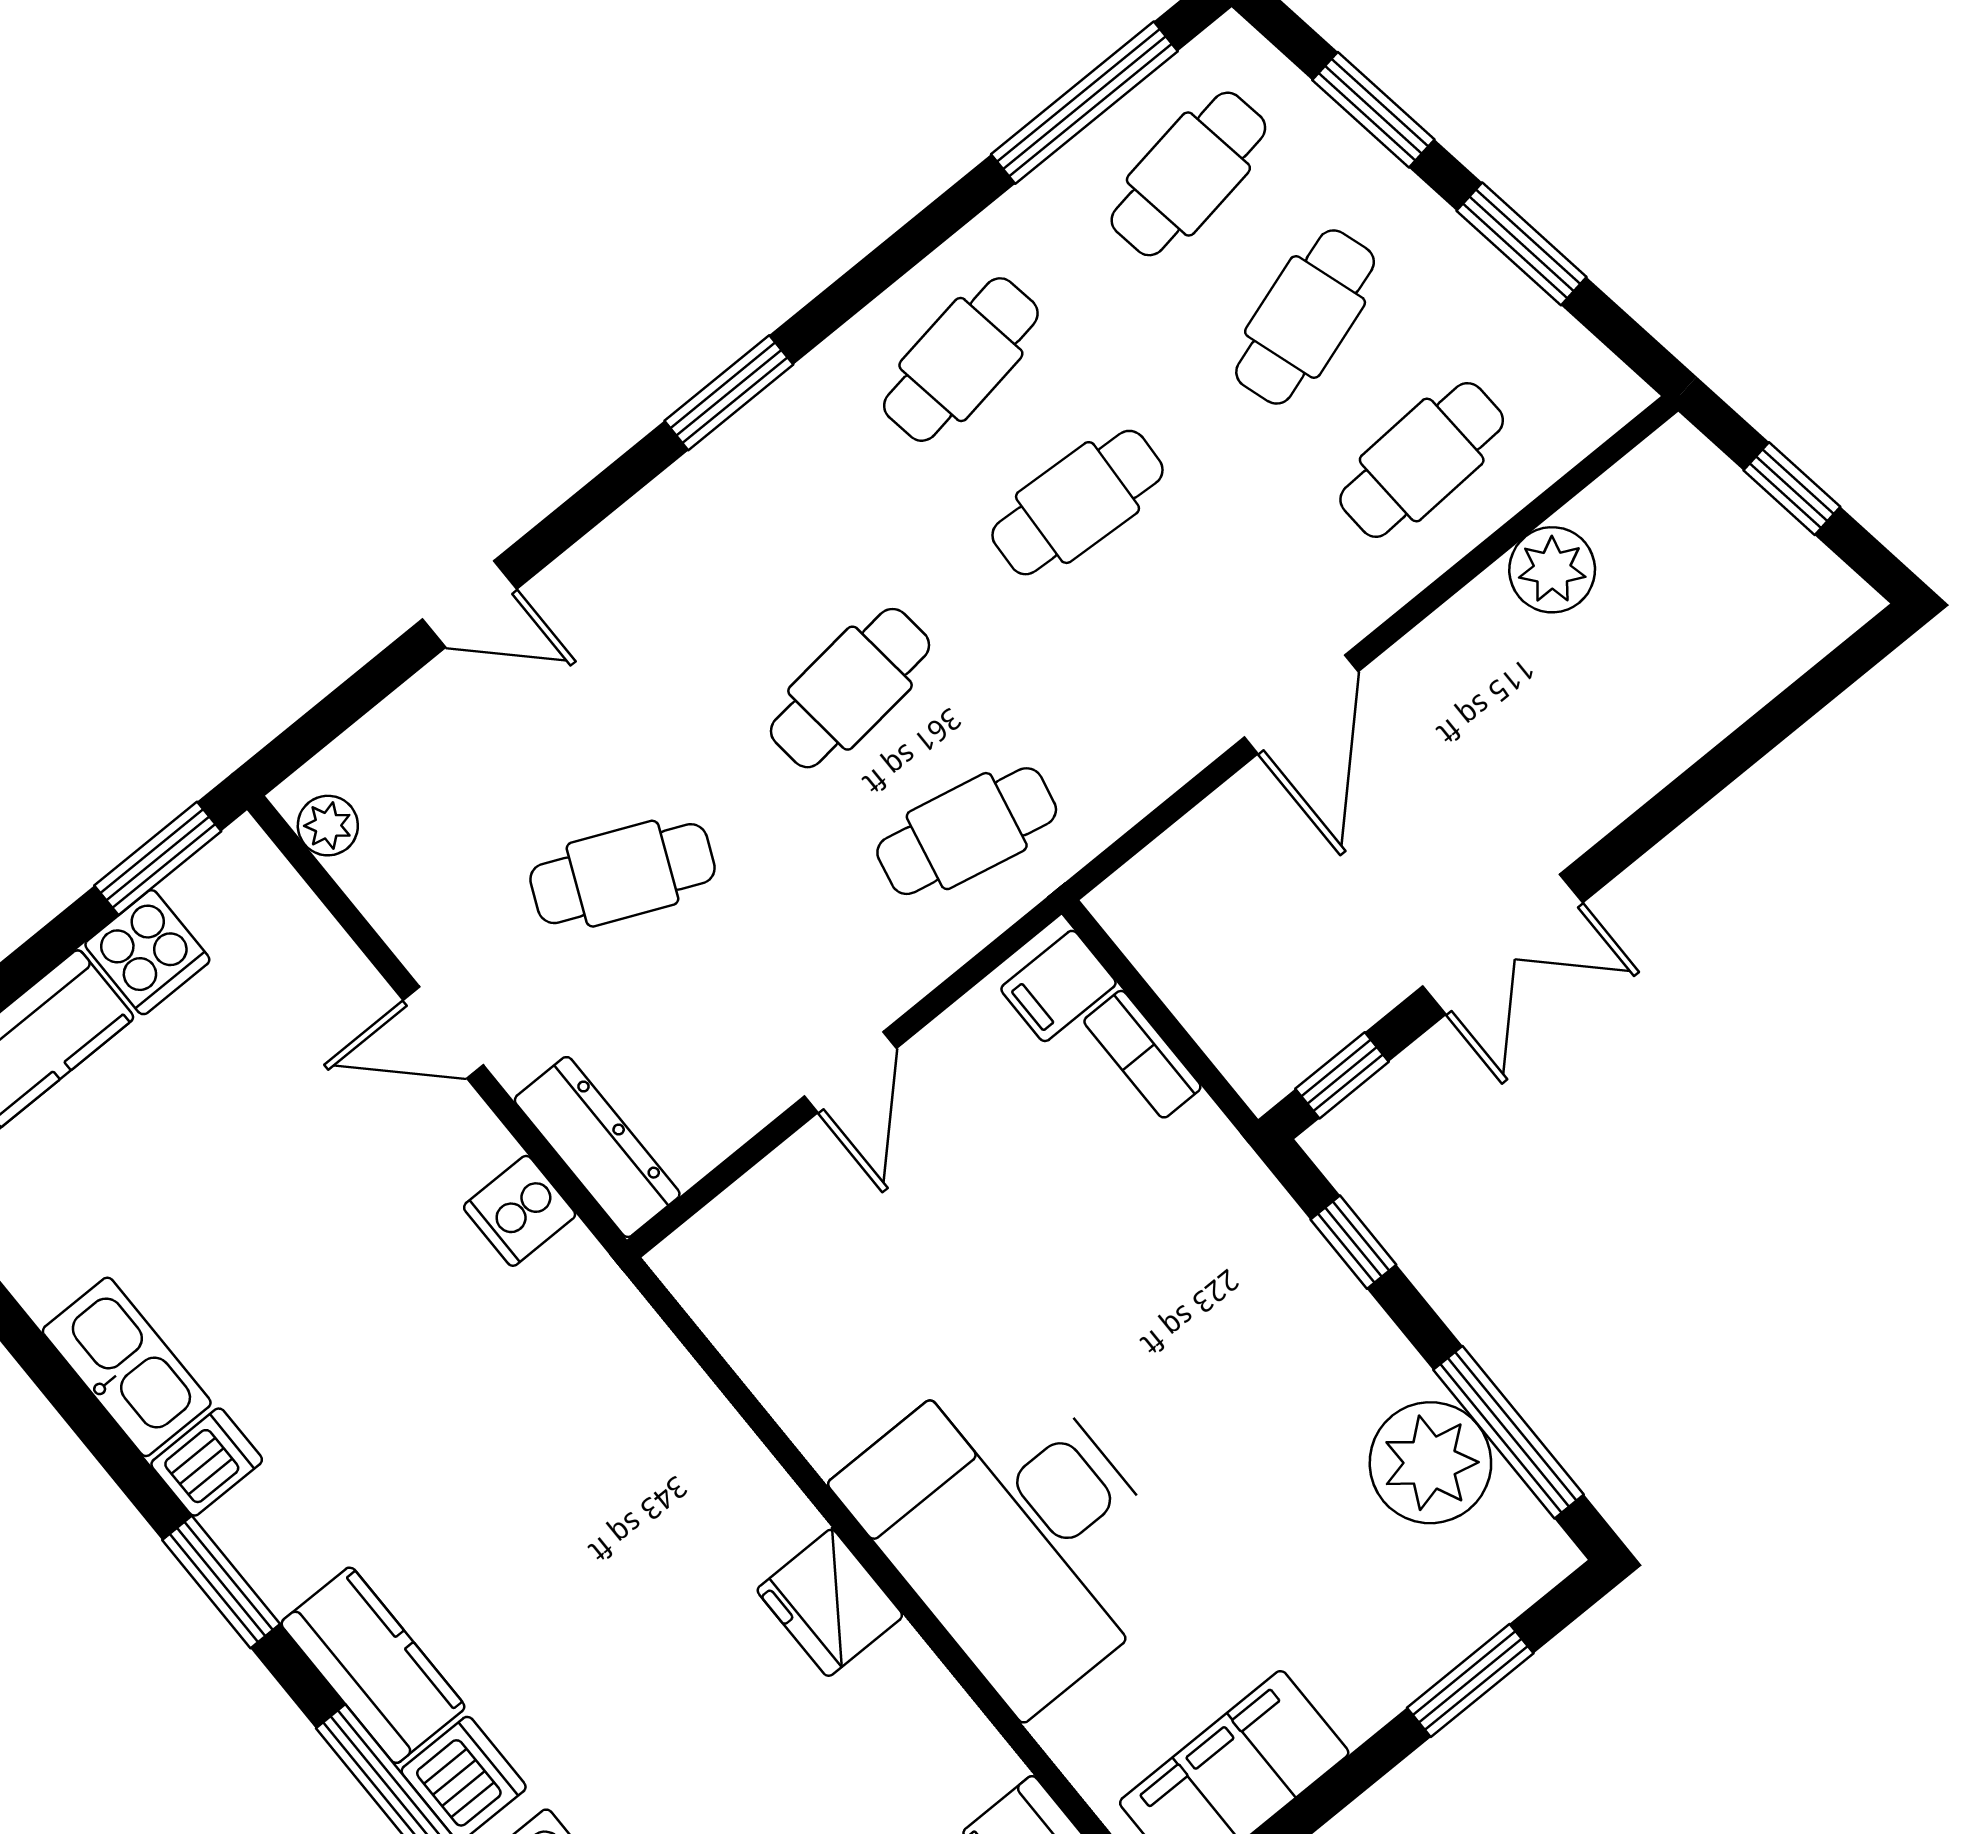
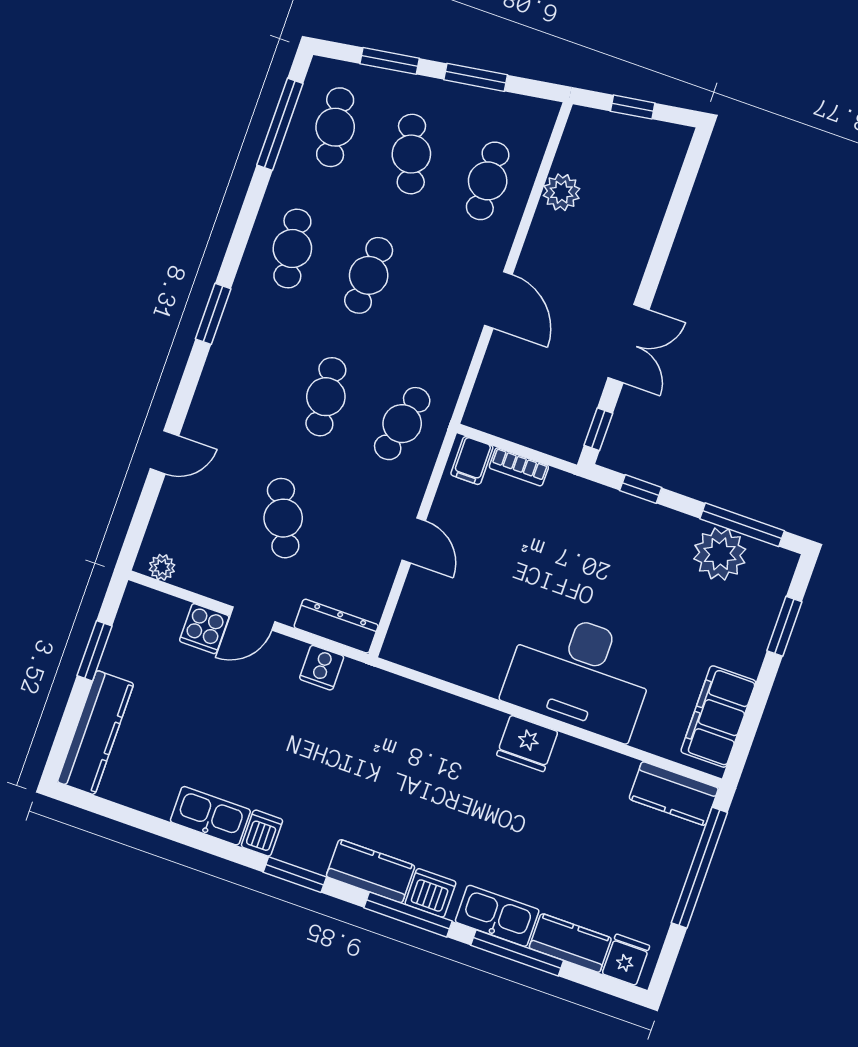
window: (158, 858) -> (95, 651), moved
cafe table: (623, 874) -> (283, 518), turned -48
cooker: (147, 952) -> (204, 629), moved, turned 90

